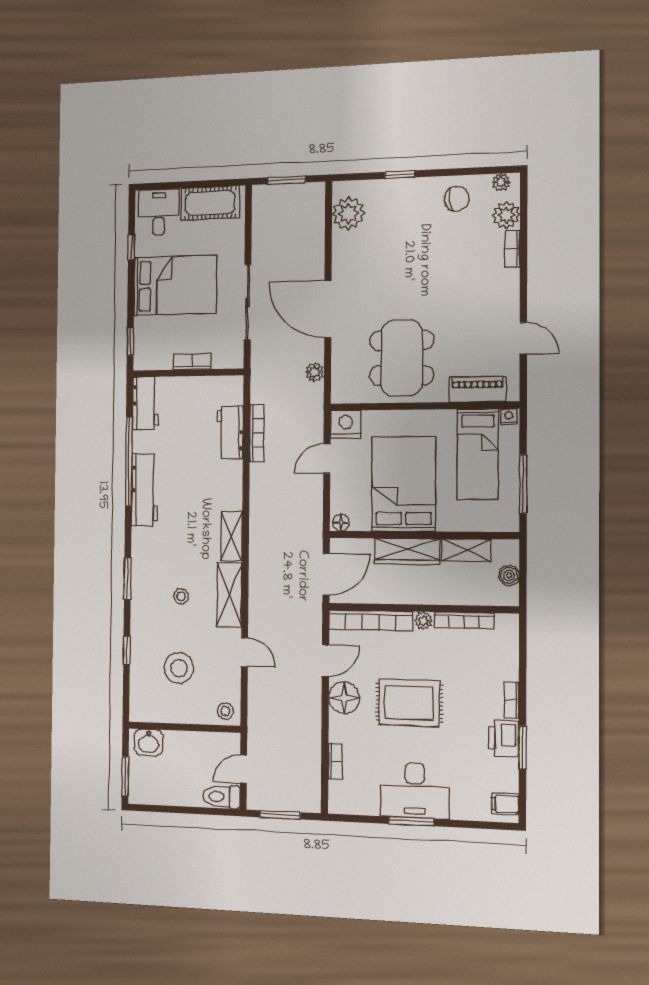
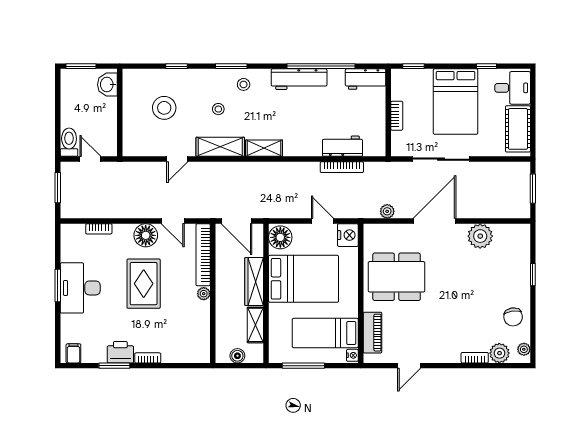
plant: (348, 214) -> (480, 236), moved
floor lamp: (341, 523) -> (280, 237), width x1.89, depth x1.89
bookcase: (464, 620) -> (205, 323), removed
stool: (225, 711) -> (244, 84), moved

